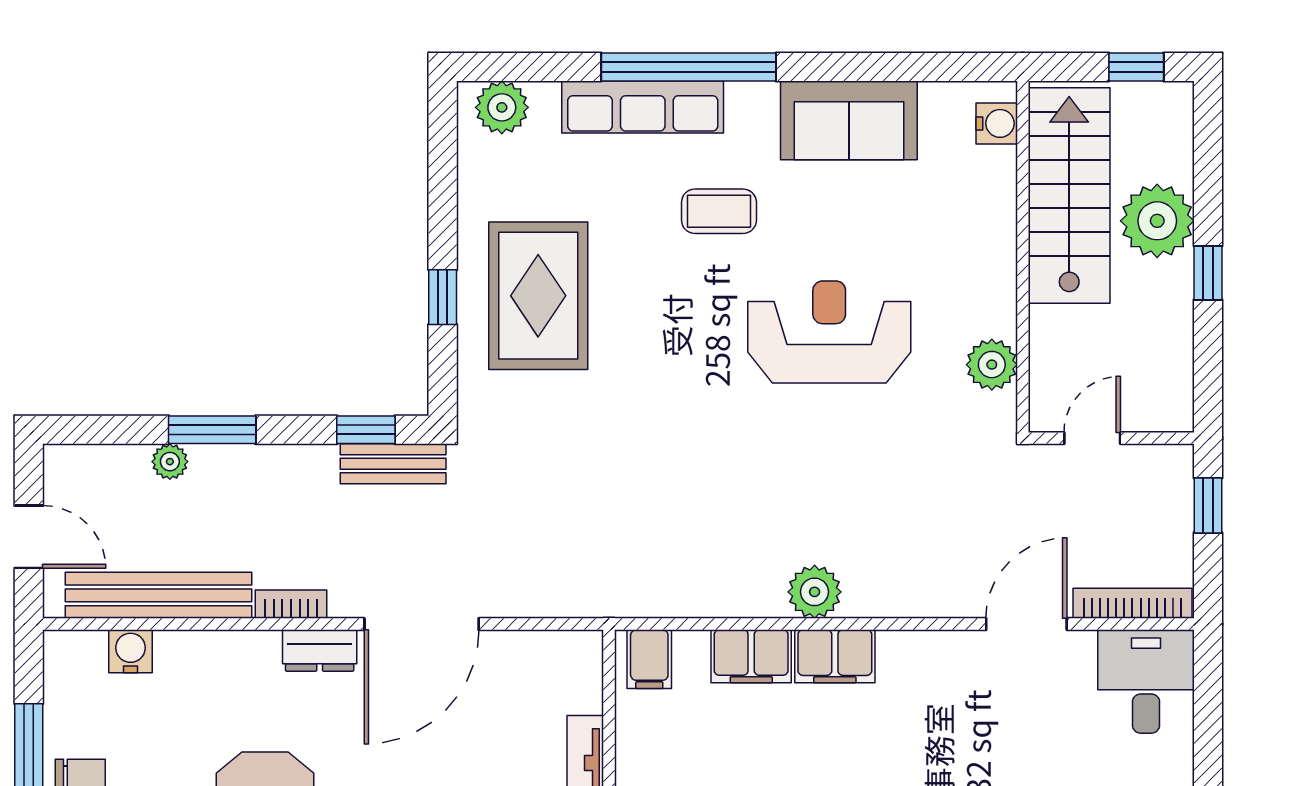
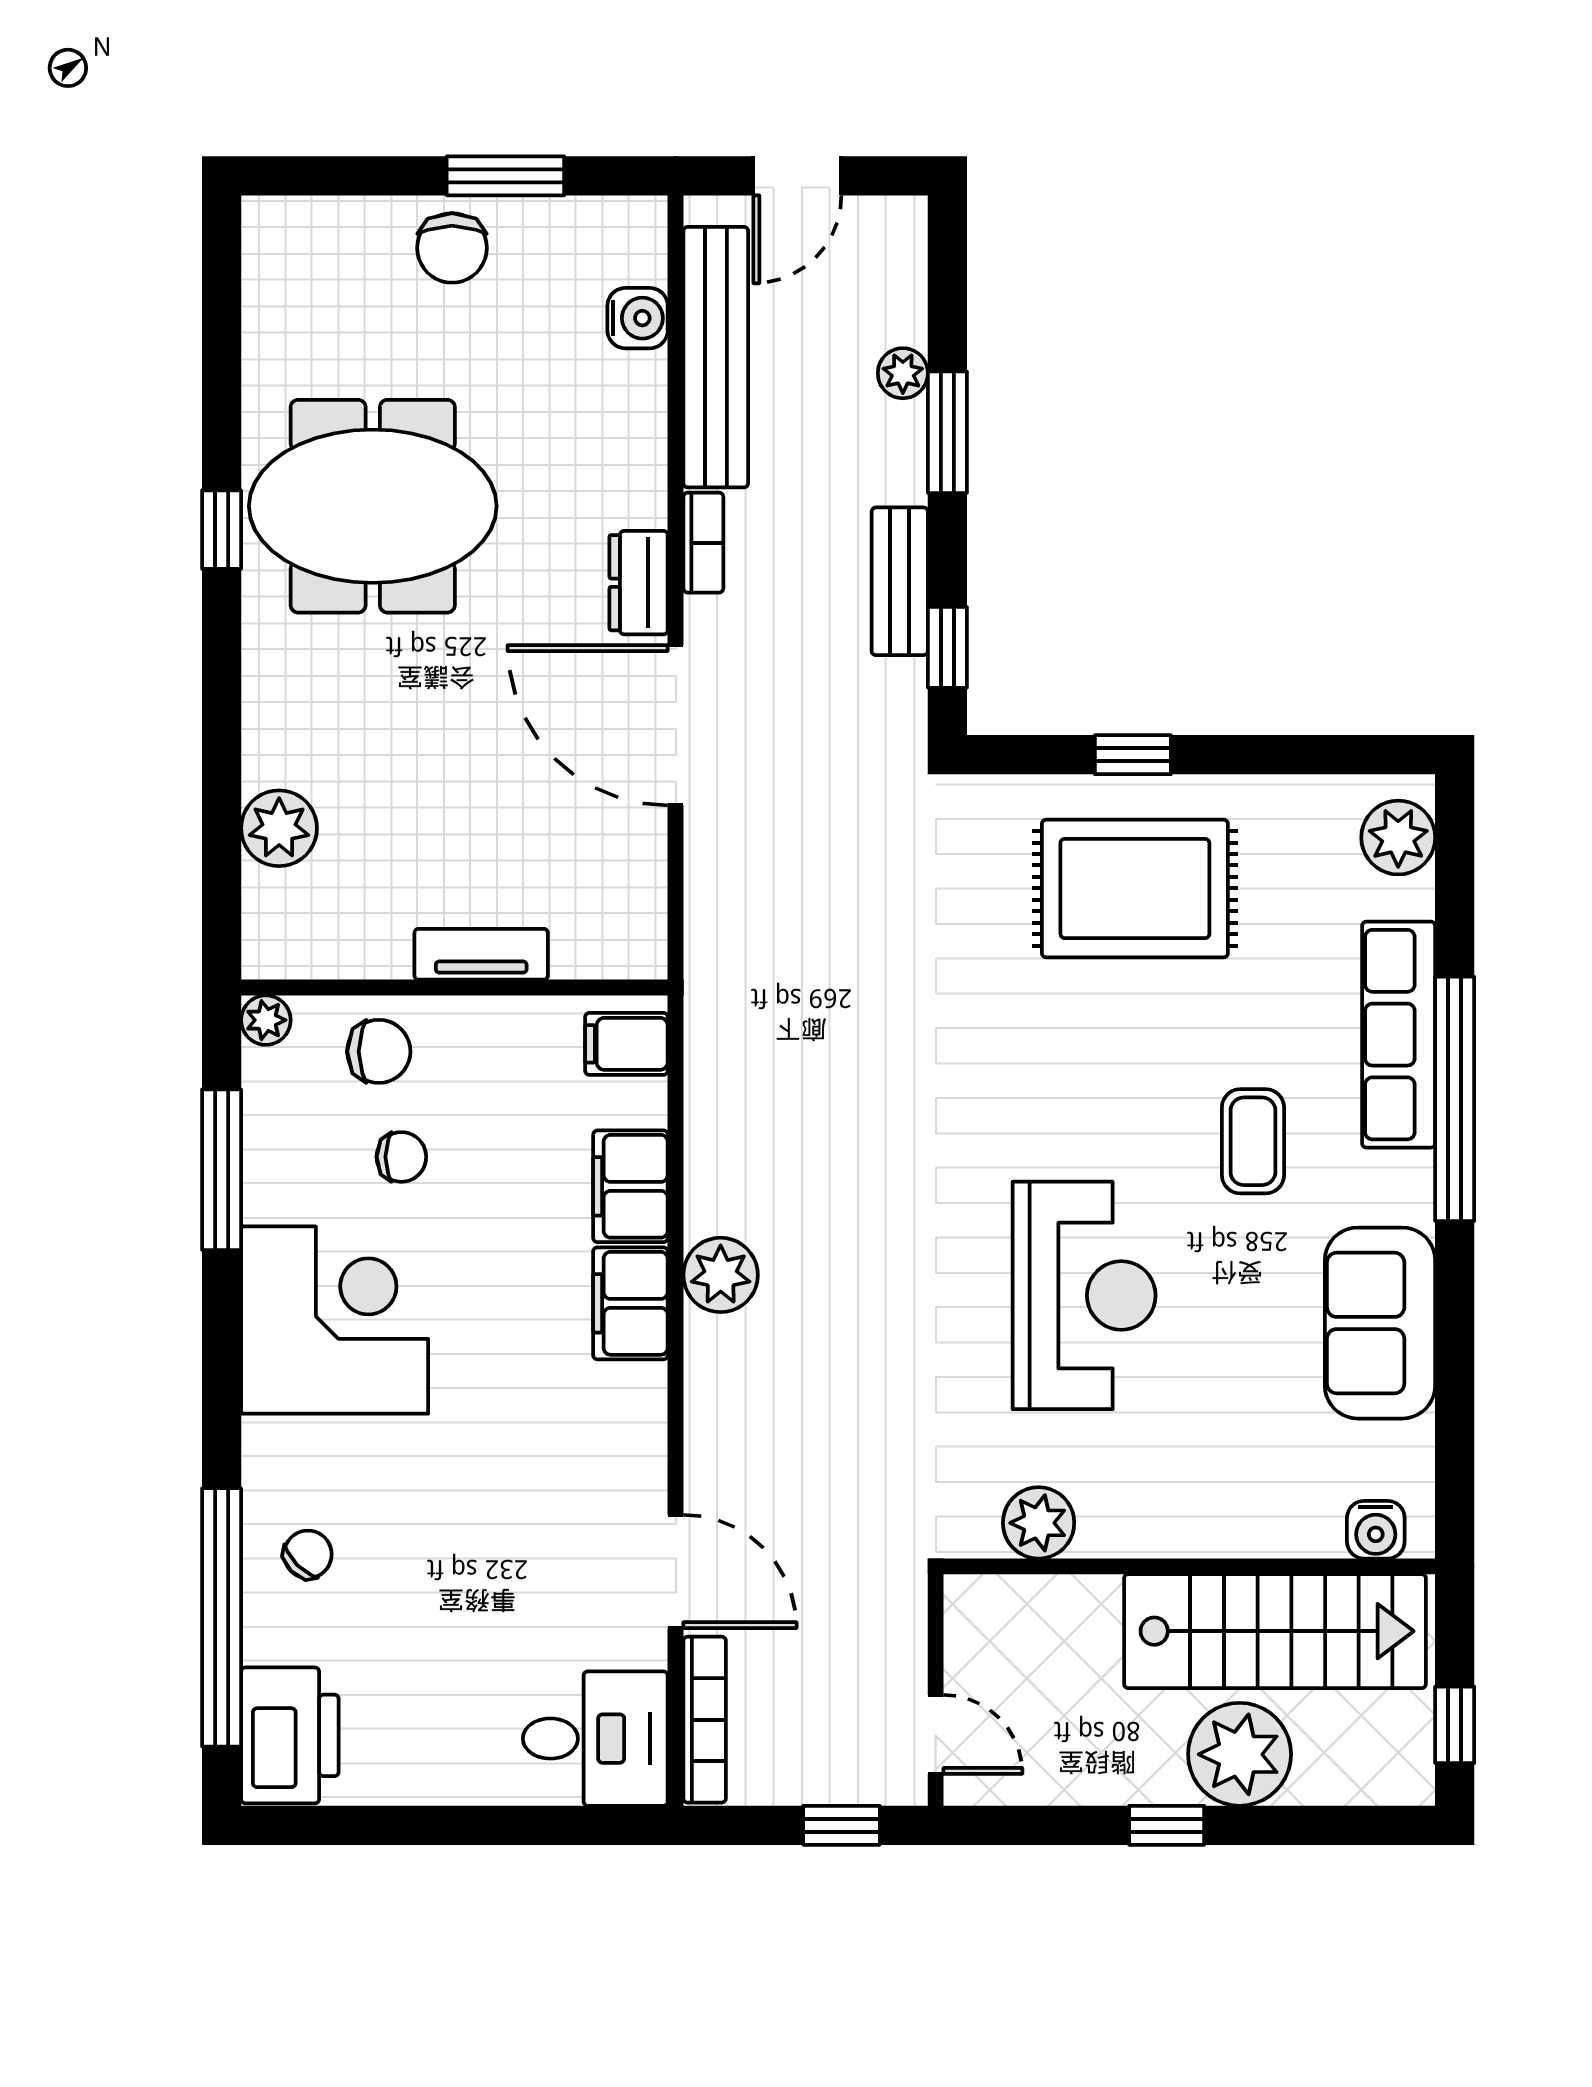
door: (1092, 438) -> (936, 1734), moved
bench: (393, 464) -> (900, 581), moved

